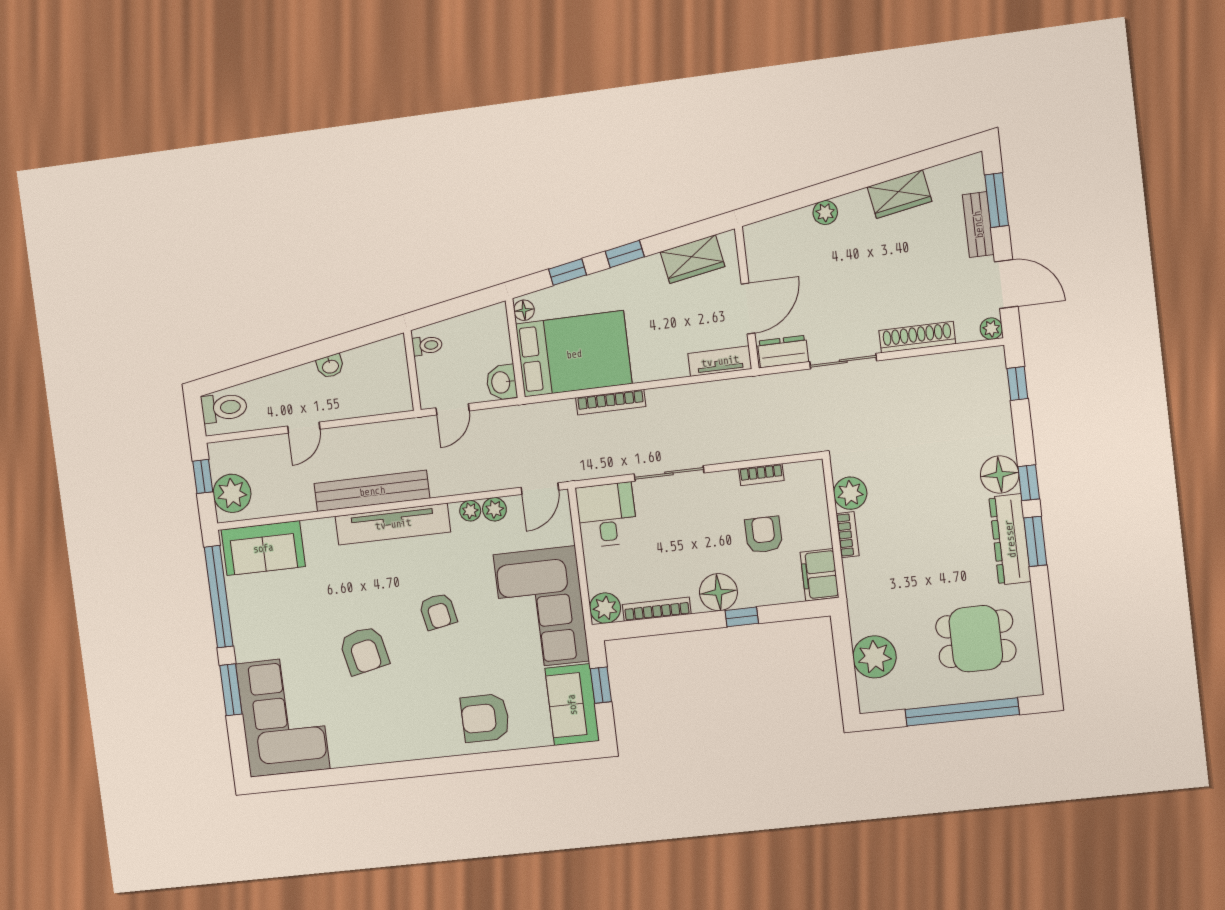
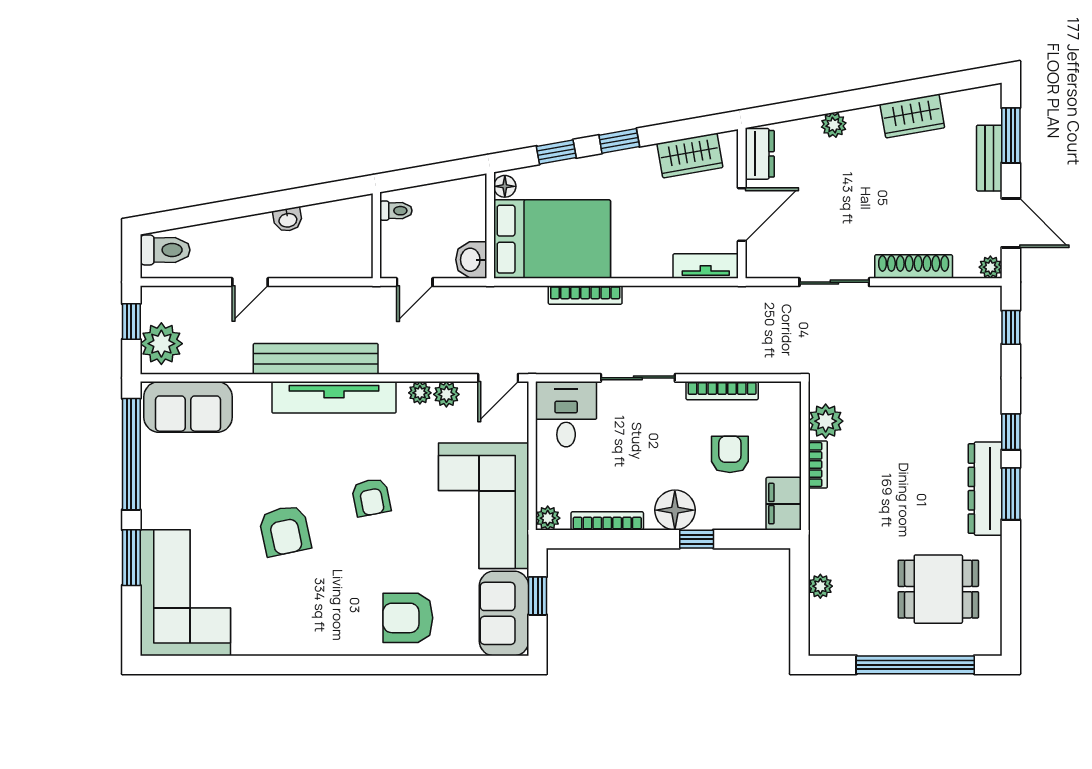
dresser: (783, 352) -> (760, 154), moved, turned 90
bookcase: (761, 475) -> (722, 391), width x1.56
floor lamp: (1000, 475) -> (982, 420), removed
plant: (605, 608) -> (548, 518), width x0.73, depth x0.73
plant: (875, 657) -> (820, 586), width x0.53, depth x0.53

